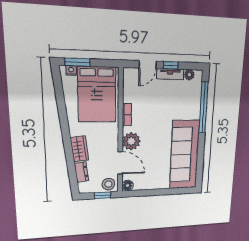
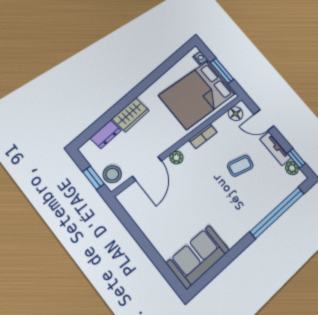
window: (77, 62) -> (222, 71), moved
window: (171, 65) -> (296, 158), moved
coffee table: (162, 107) -> (240, 166), added
plant: (131, 141) -> (176, 158), width x0.53, depth x0.53
sofa: (185, 155) -> (198, 256), width x0.54, depth x0.79
floor lamp: (128, 186) -> (236, 114), moved

